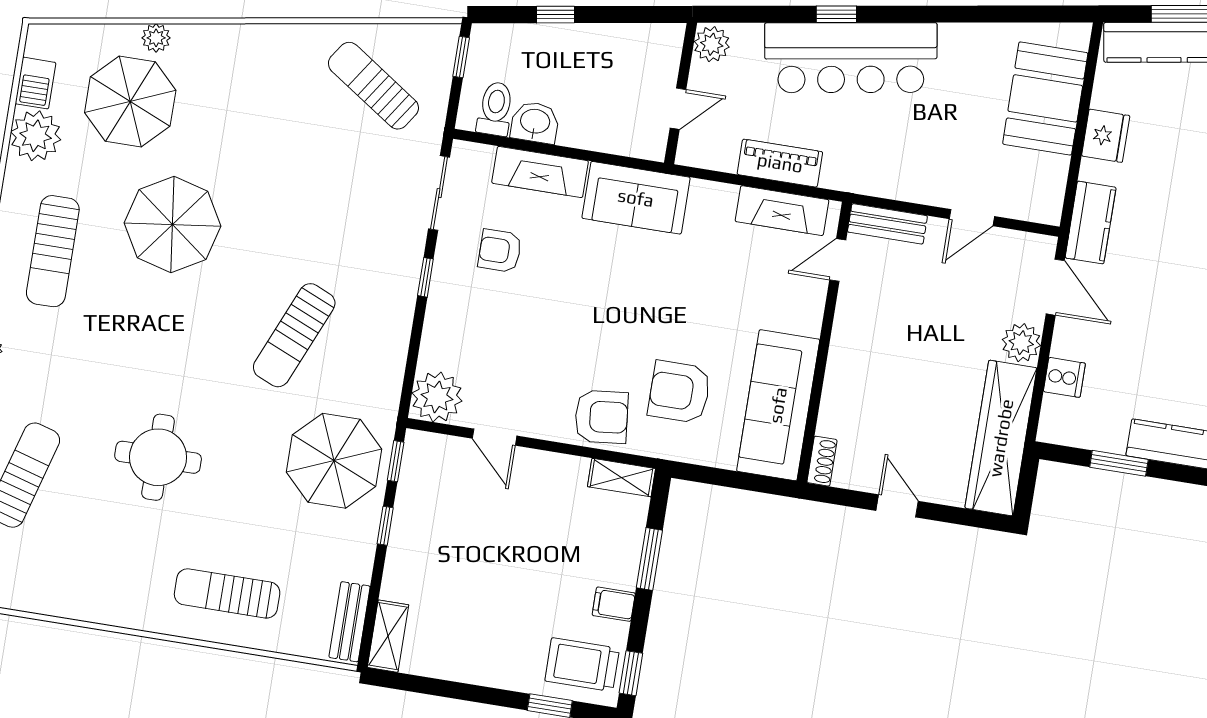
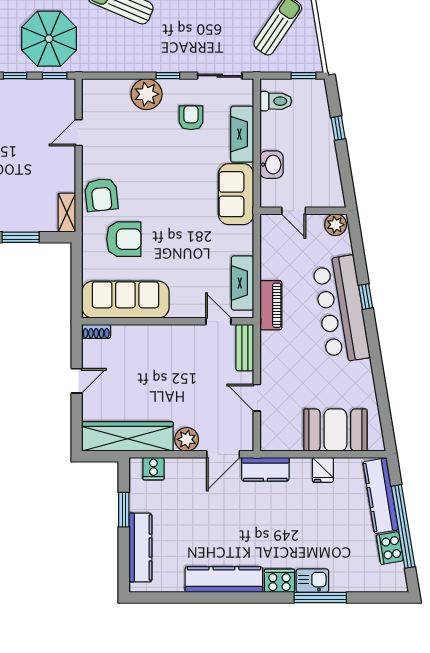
washbasin: (535, 122) -> (271, 165), moved
fridge: (1106, 136) -> (323, 470), width x0.72
piano: (780, 163) -> (271, 305), moved
cooker: (1064, 377) -> (153, 469), moved
armchair: (679, 392) -> (124, 239), turned 90
plant: (437, 397) -> (147, 94), moved

